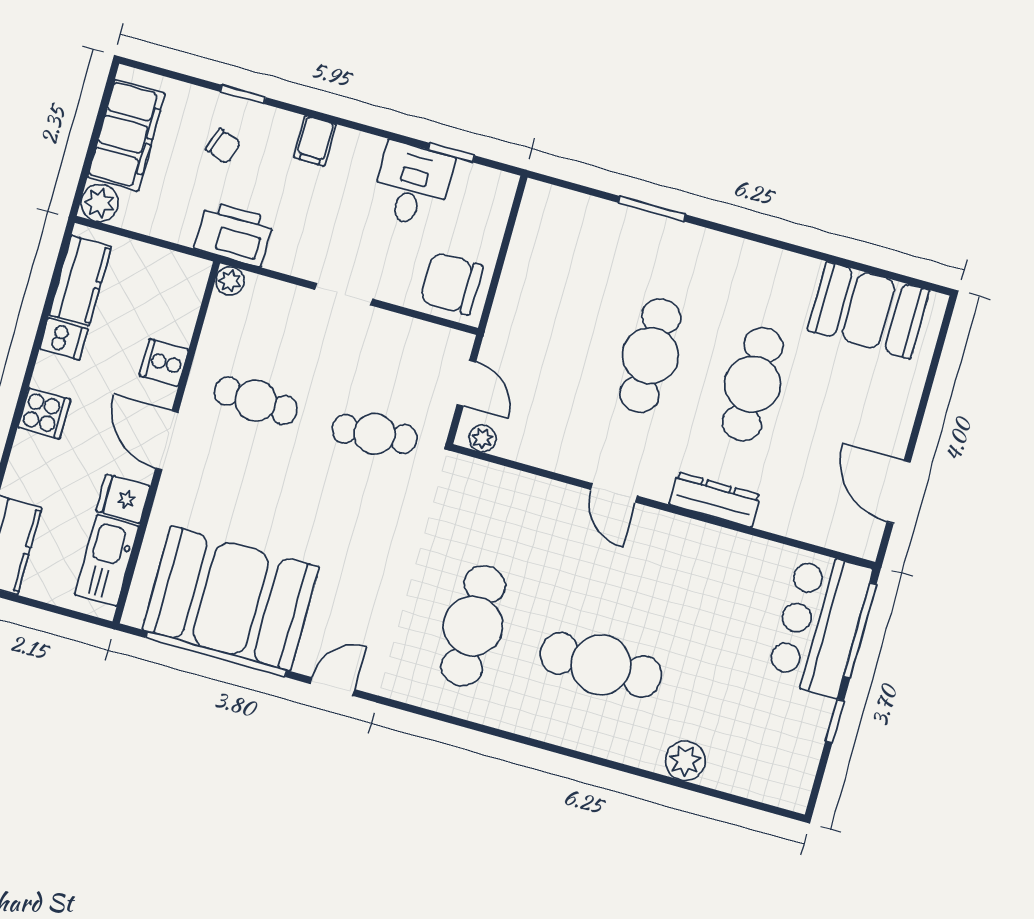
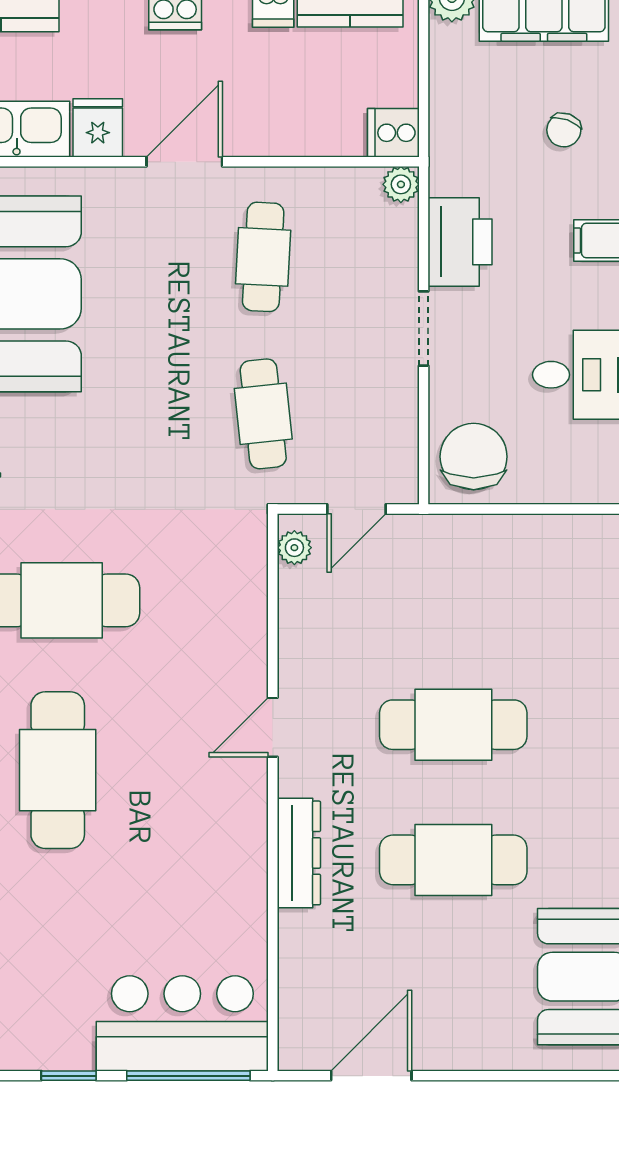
printer: (234, 234) -> (460, 242), moved
cooker: (164, 362) -> (393, 133), moved, turned -90

